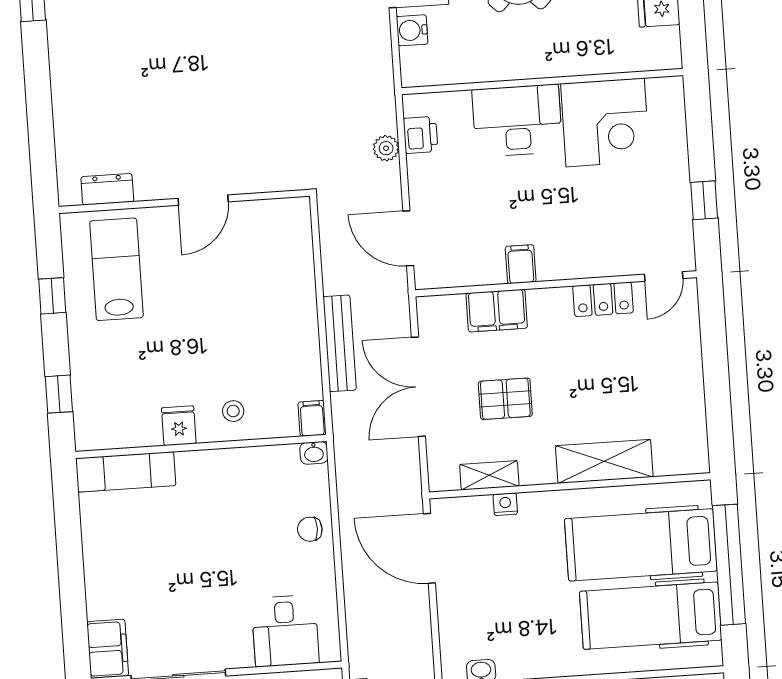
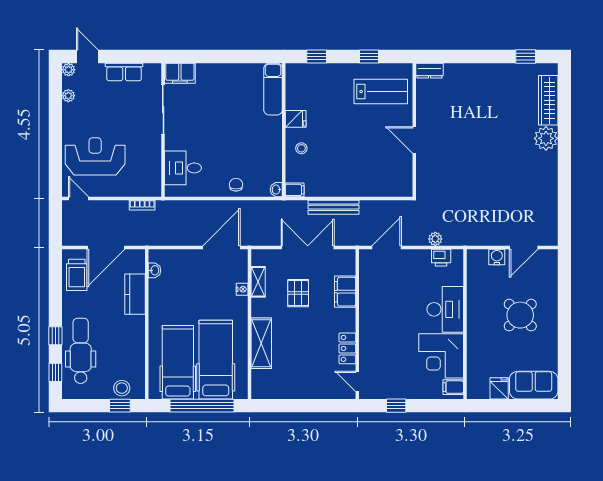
dresser: (107, 189) -> (429, 71), moved, turned 90
filing cabinet: (521, 264) -> (453, 387), moved, turned 180

